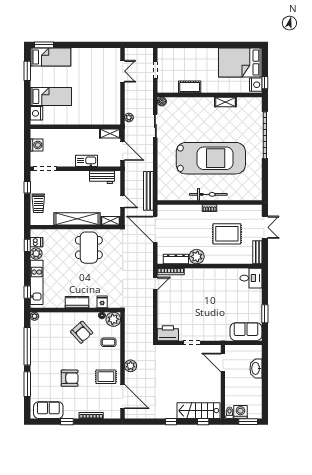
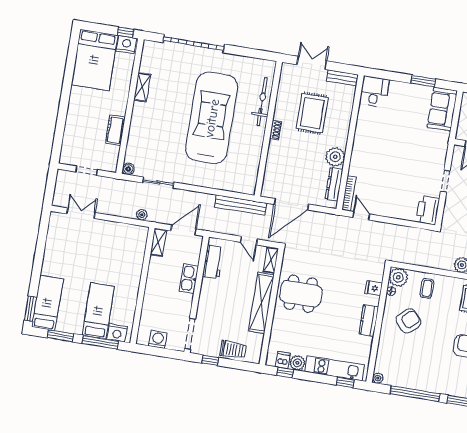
window: (27, 102) -> (100, 342), added
bicycle: (208, 194) -> (262, 102), moved
door: (123, 202) -> (249, 241), swing flipped

